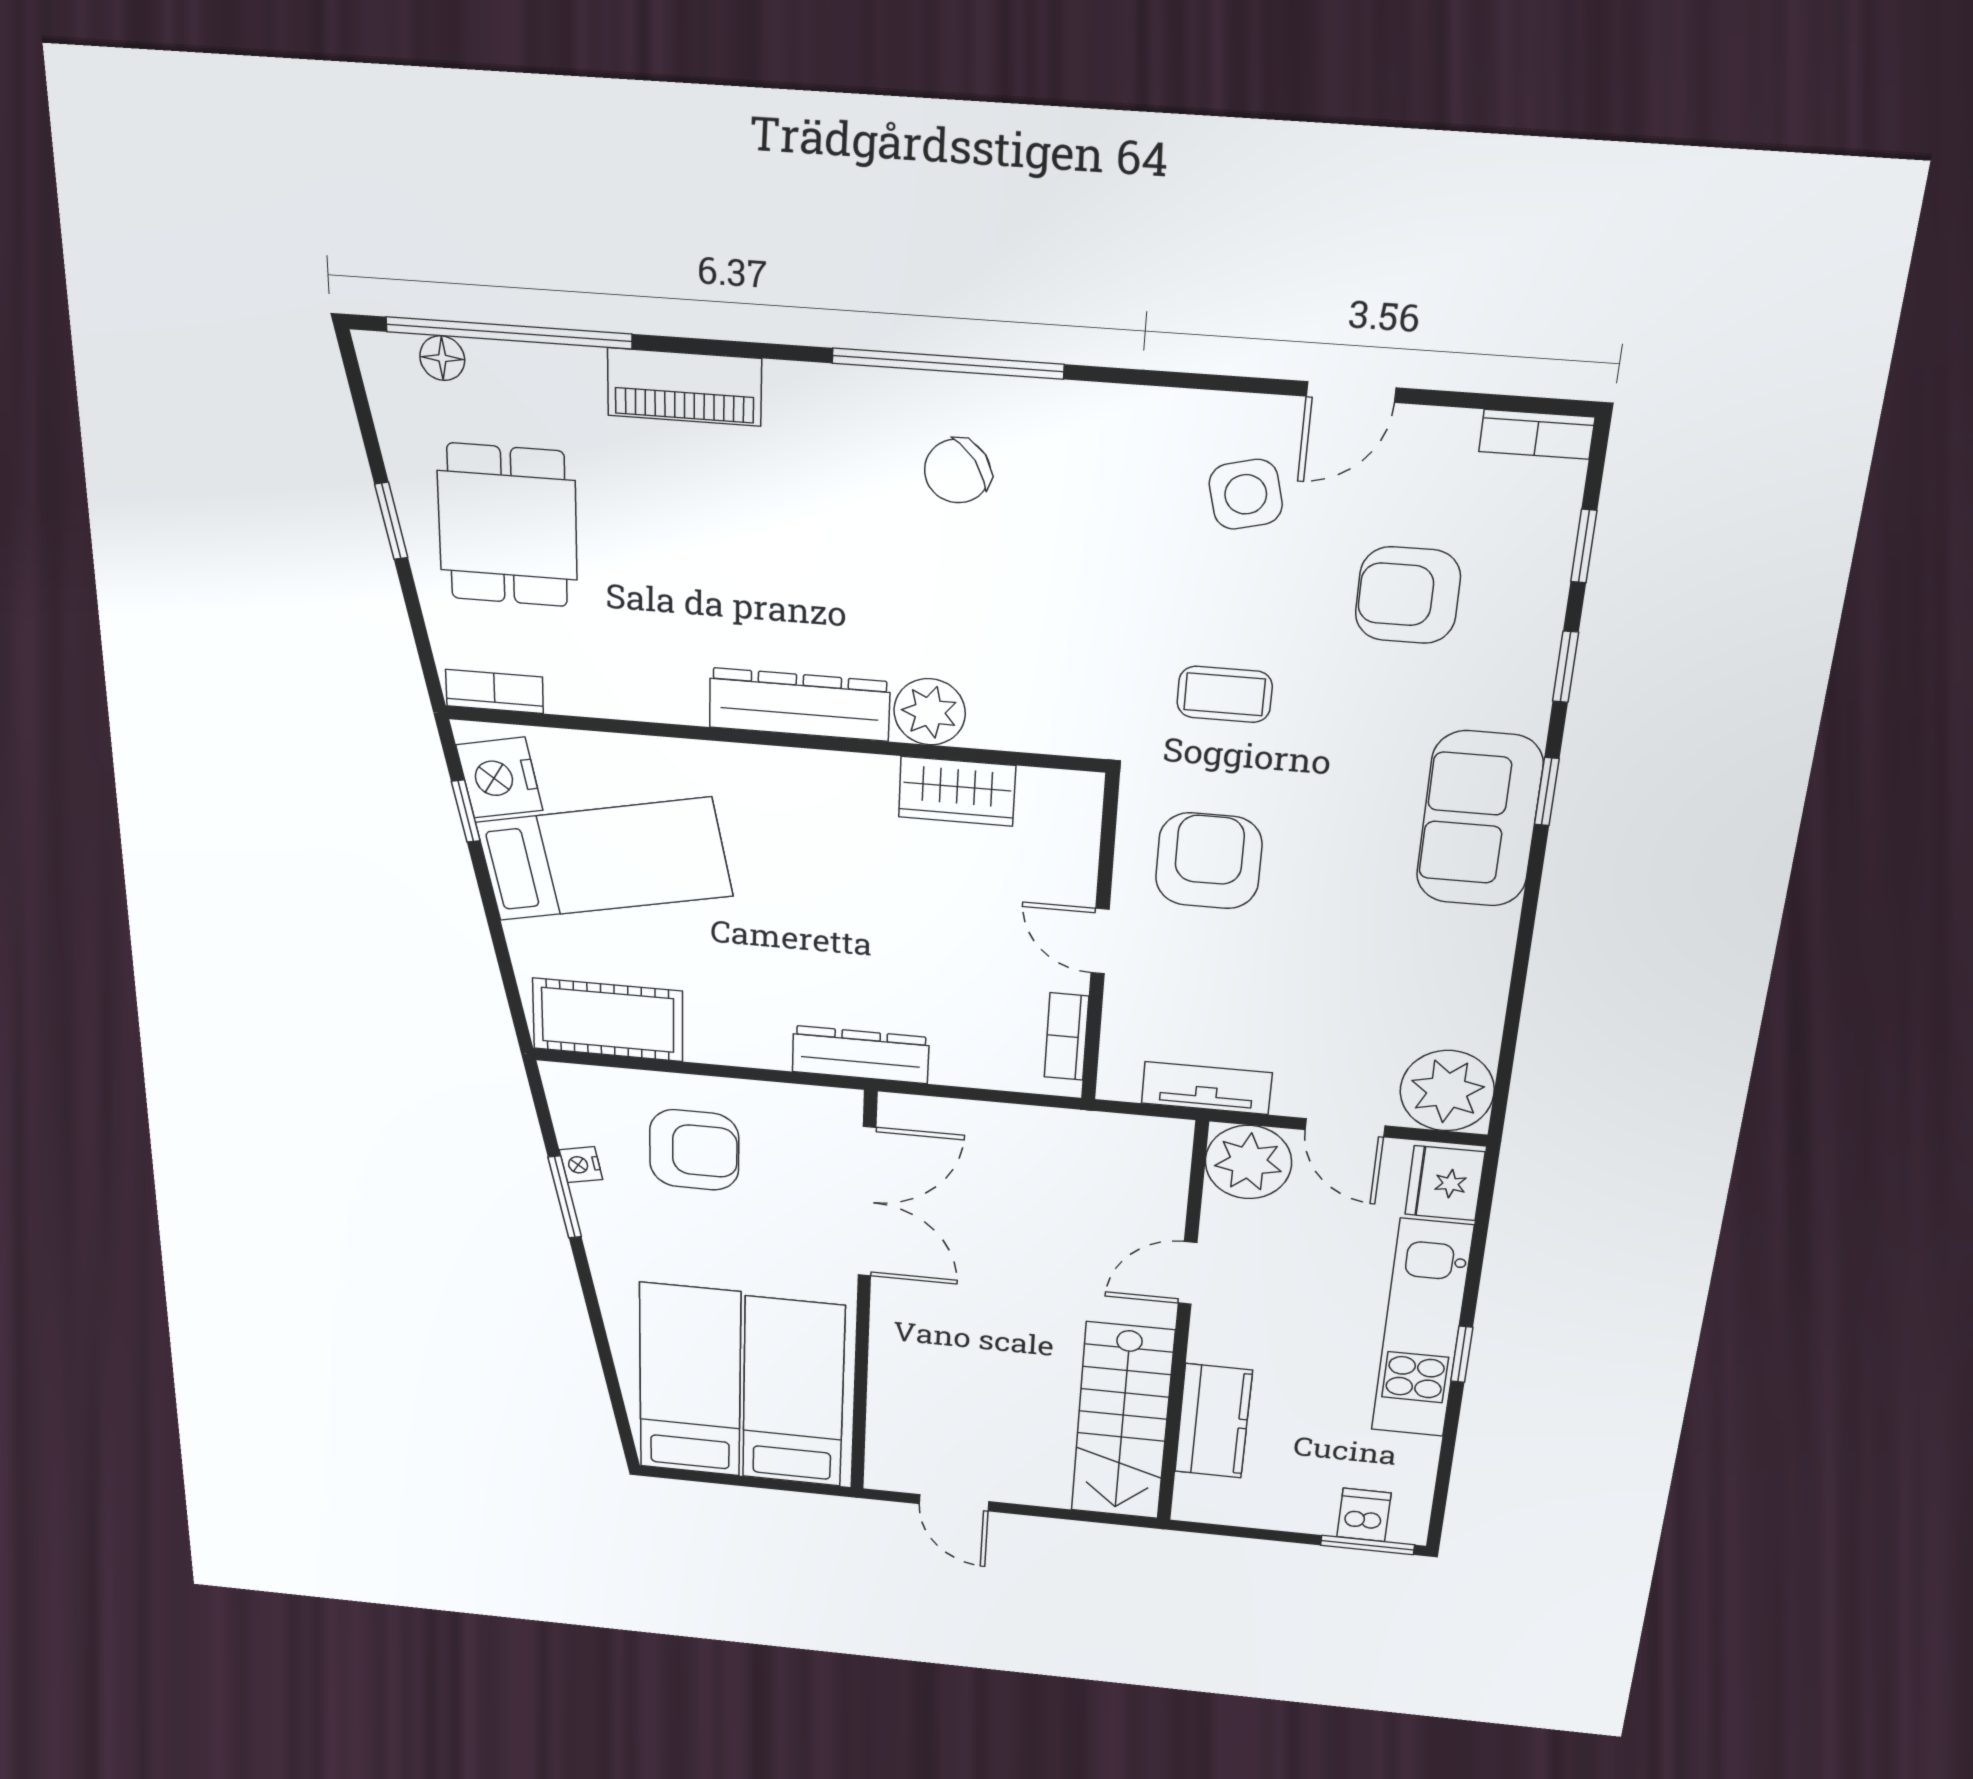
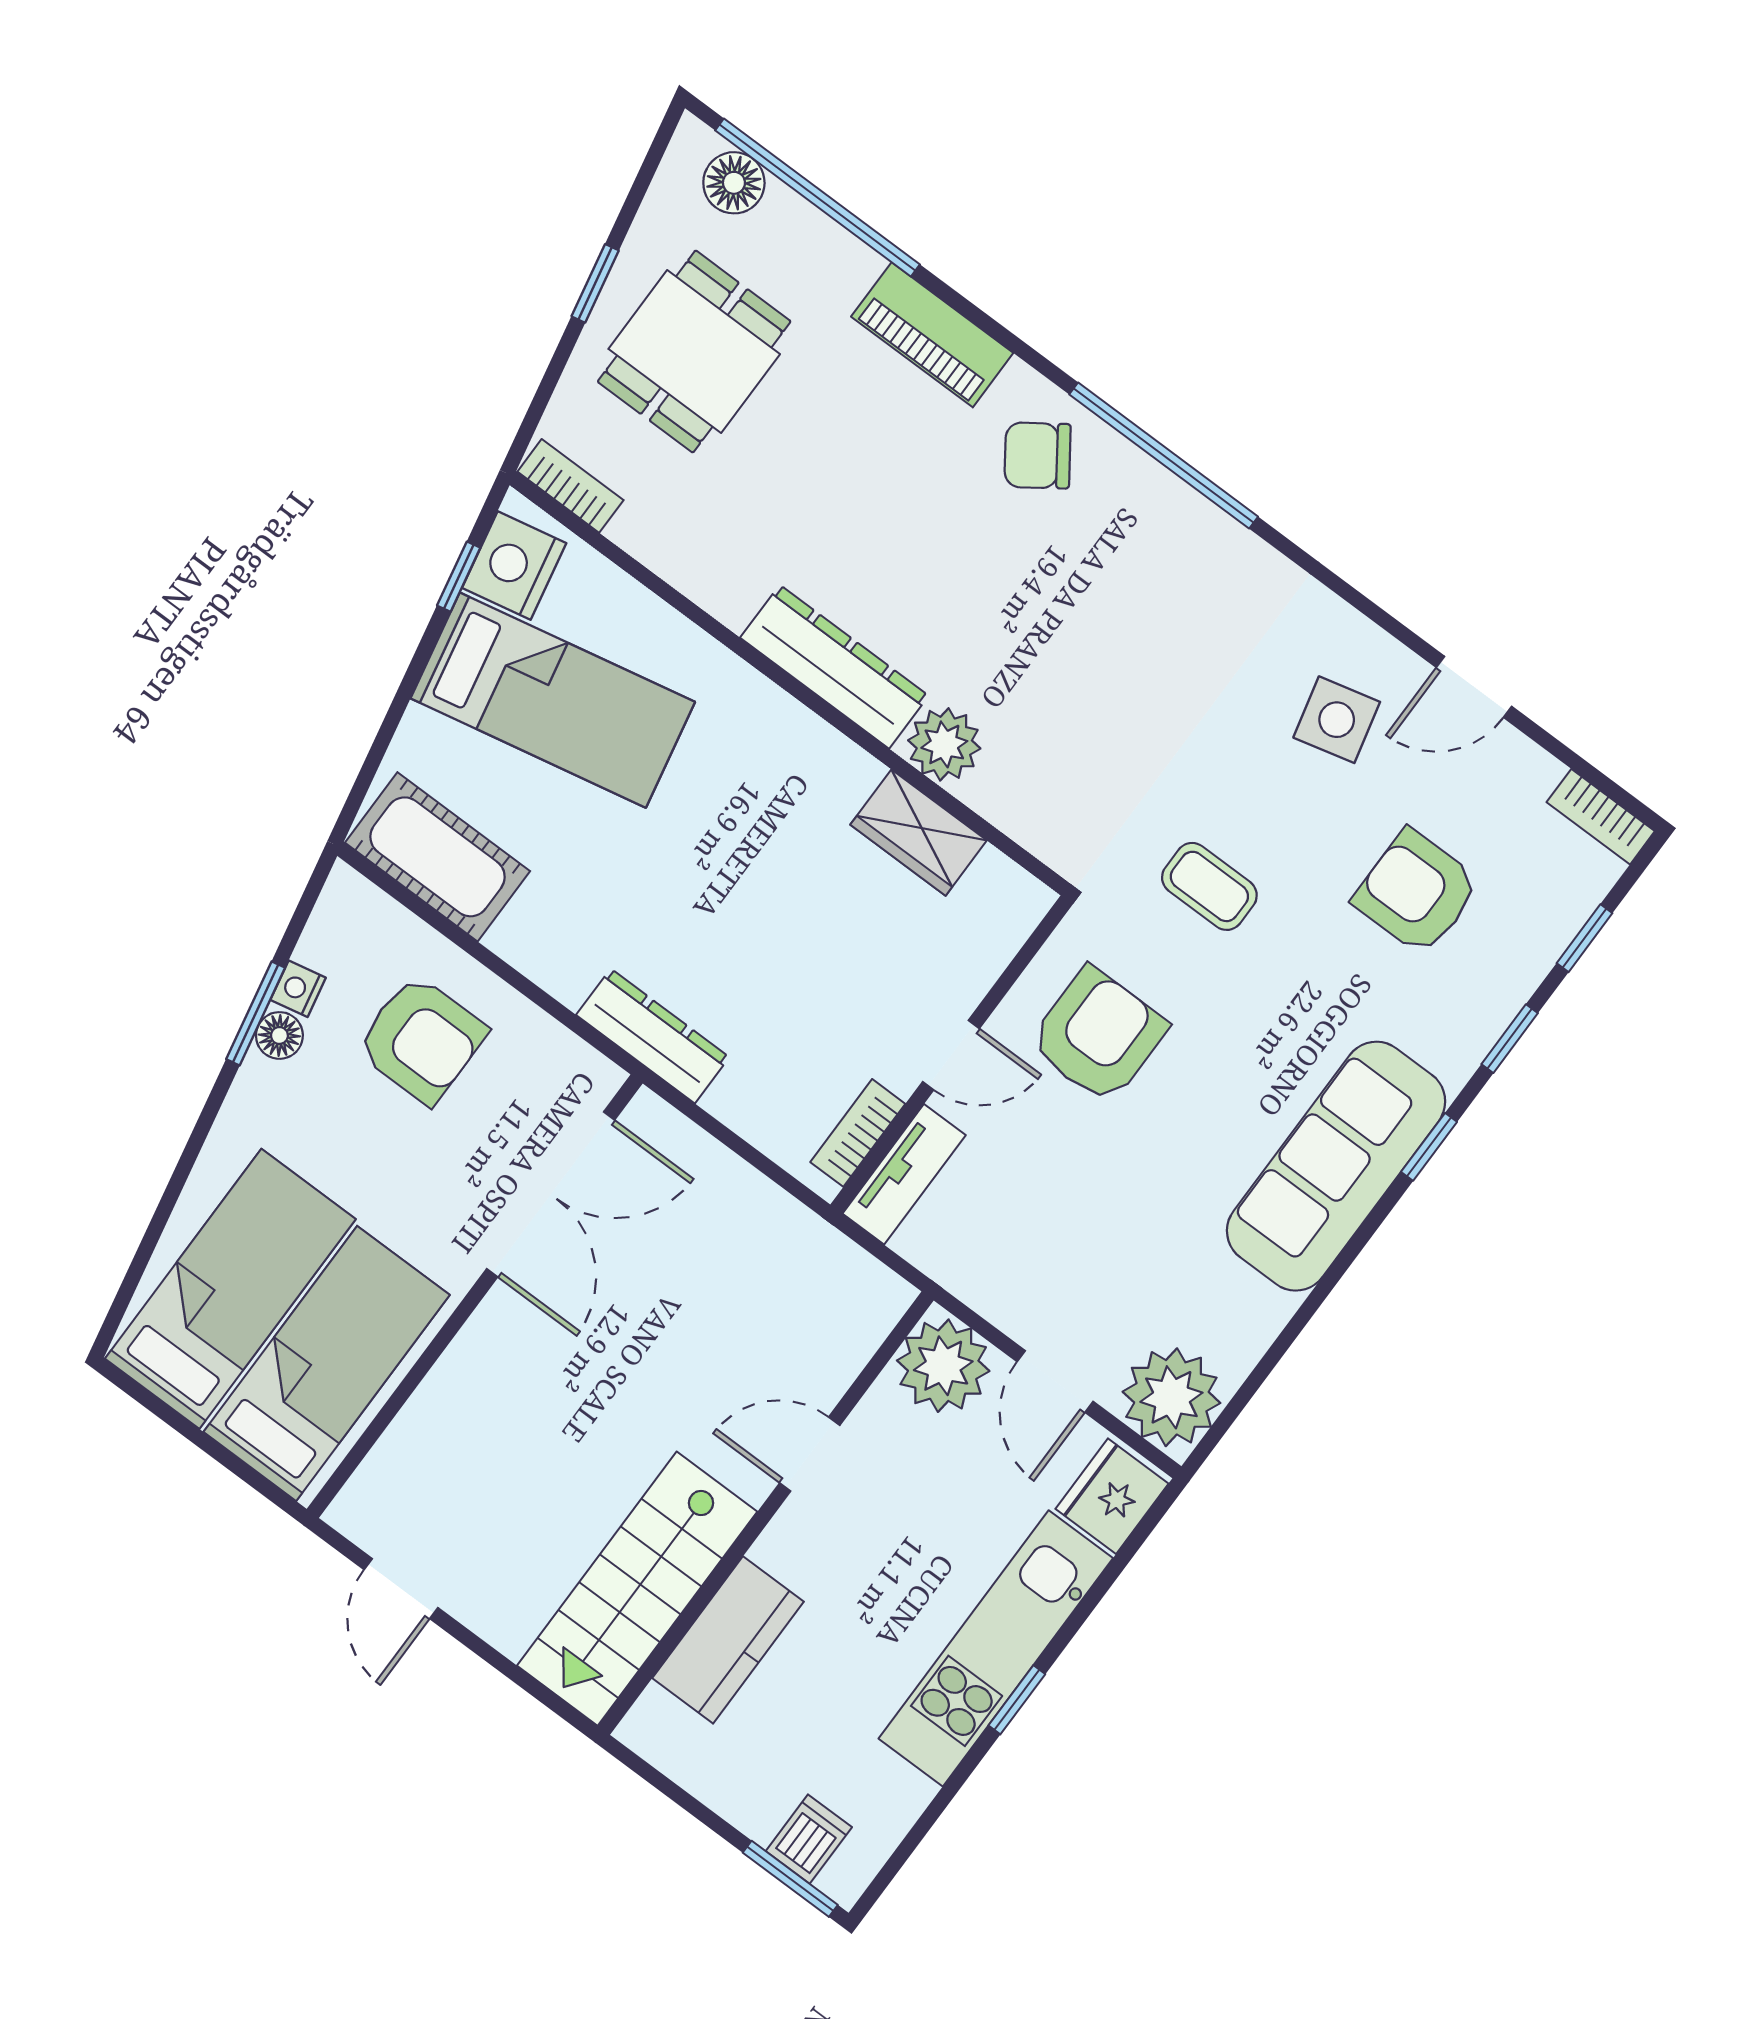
floor lamp: (442, 358) -> (734, 183), width x1.37, depth x1.37
chair: (957, 471) -> (1038, 455), moved
sofa: (1479, 819) -> (1336, 1166), width x1.36
door: (1100, 941) -> (951, 1055), swing flipped
tv unit: (1207, 1088) -> (904, 1174), moved, turned 90
floor lamp: (593, 1202) -> (279, 1035), added

